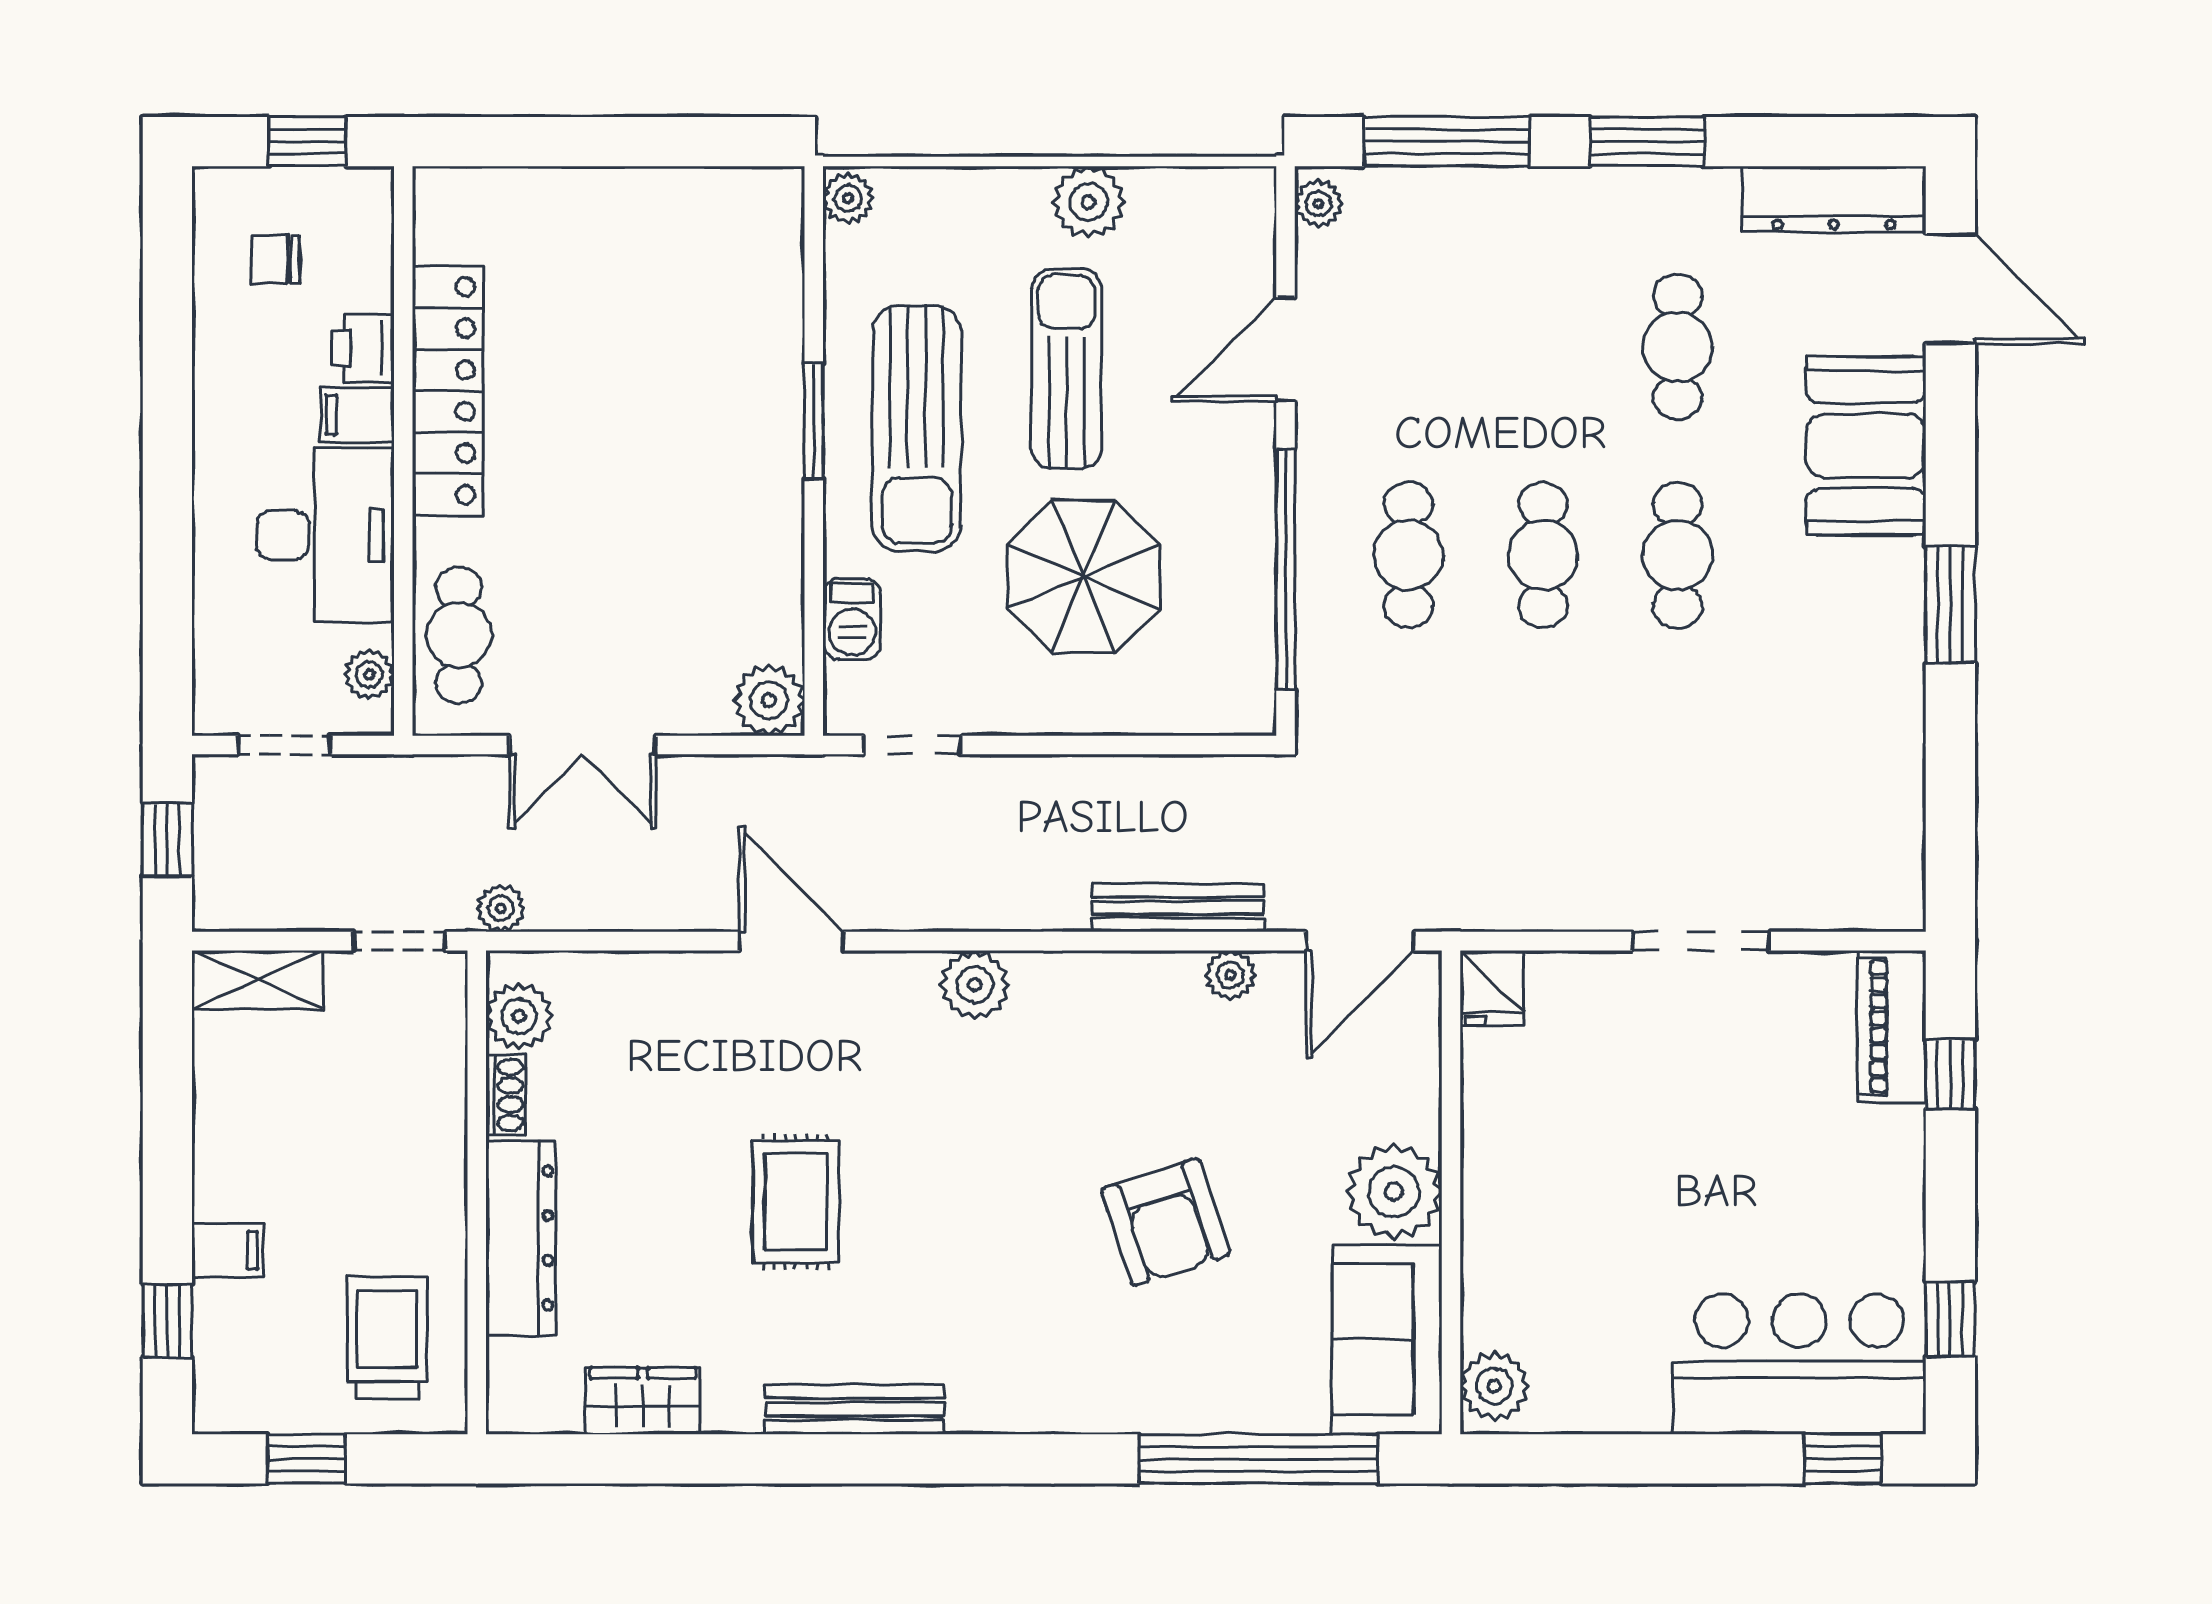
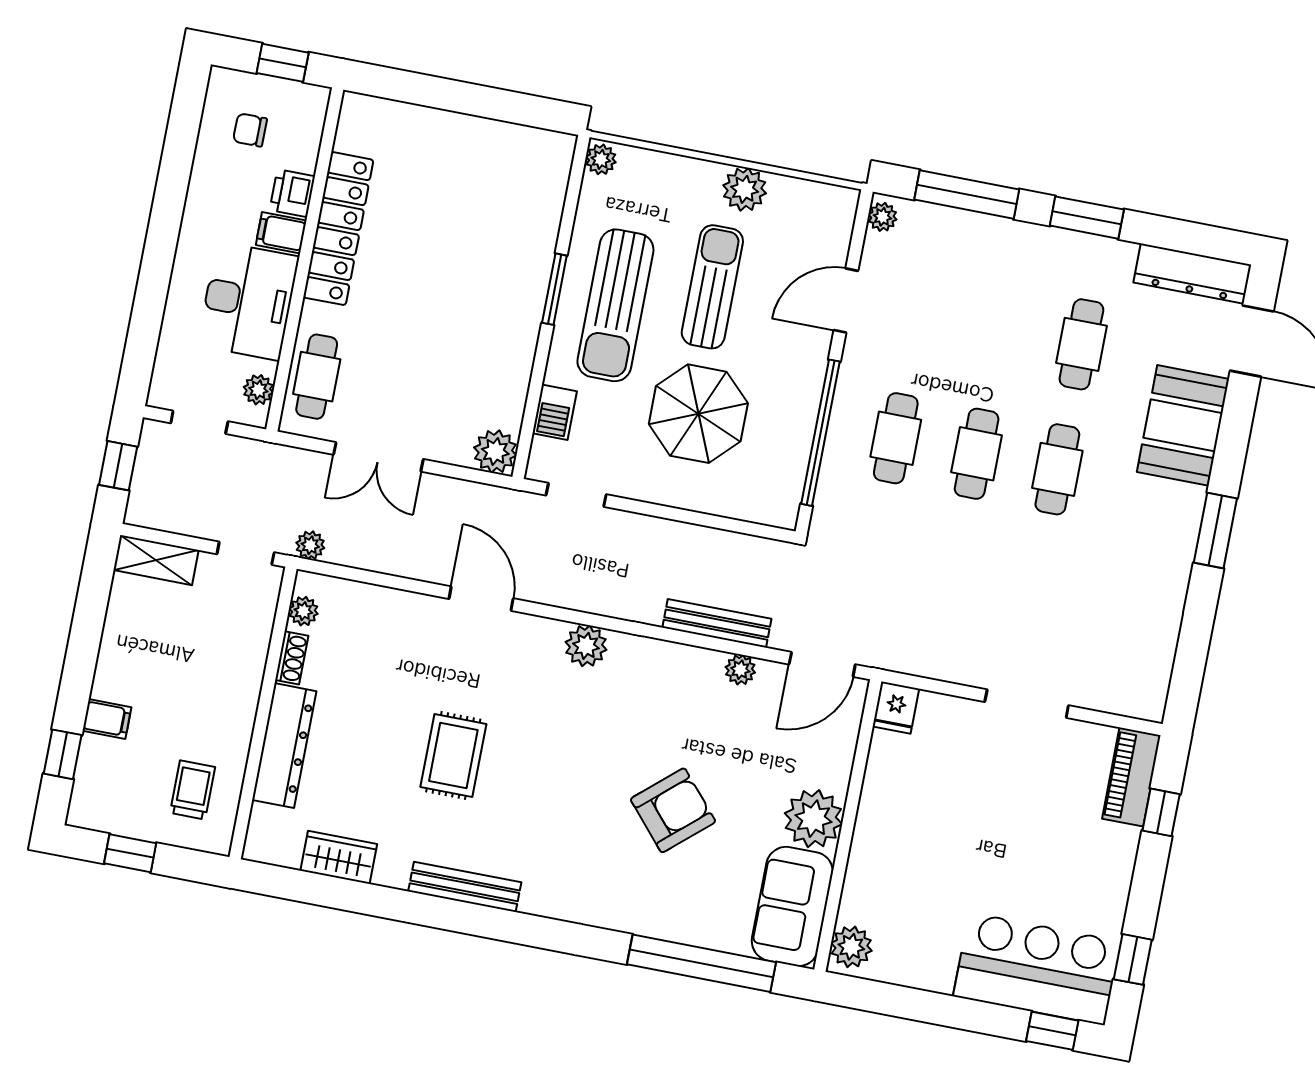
plant: (519, 1016) -> (303, 611), width x0.73, depth x0.73
armchair: (1166, 1222) -> (673, 810), turned -113
trolley: (387, 1338) -> (193, 790), width x0.73, depth x0.72

